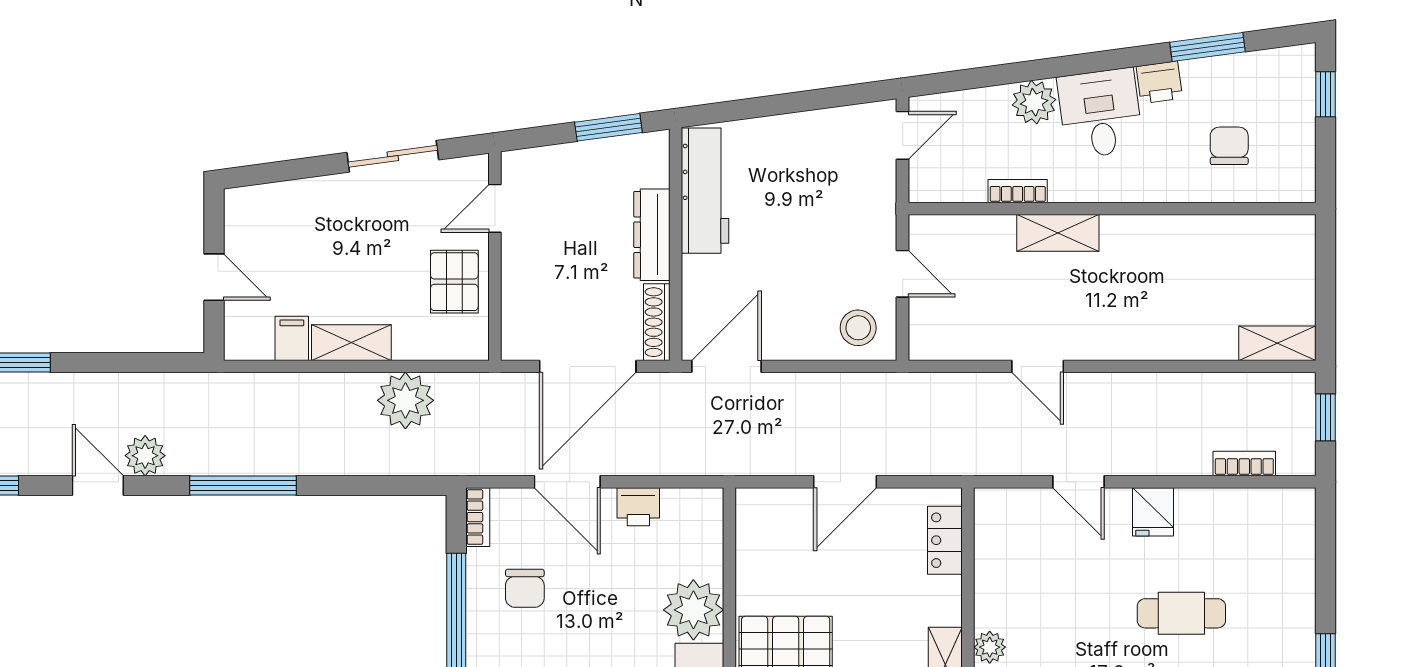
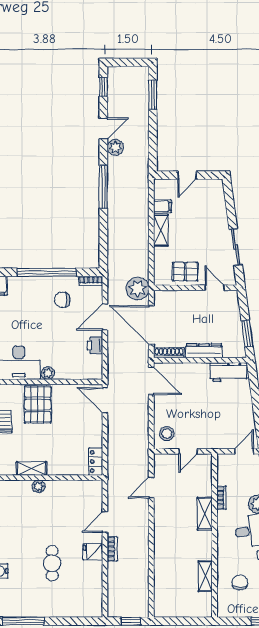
door: (903, 135) -> (244, 451), swing flipped
chair: (1229, 146) -> (240, 582), turned -90
workbench: (705, 191) -> (229, 372), width x0.73
shelving: (1277, 343) -> (205, 576), moved
door: (1038, 366) -> (151, 488), moved
plant: (405, 400) -> (138, 289), moved
bookcase: (1244, 464) -> (112, 549), moved
door: (845, 482) -> (105, 400), moved
locker: (945, 540) -> (96, 462), moved, turned -90
plant: (693, 610) -> (48, 373), width x0.53, depth x0.53

